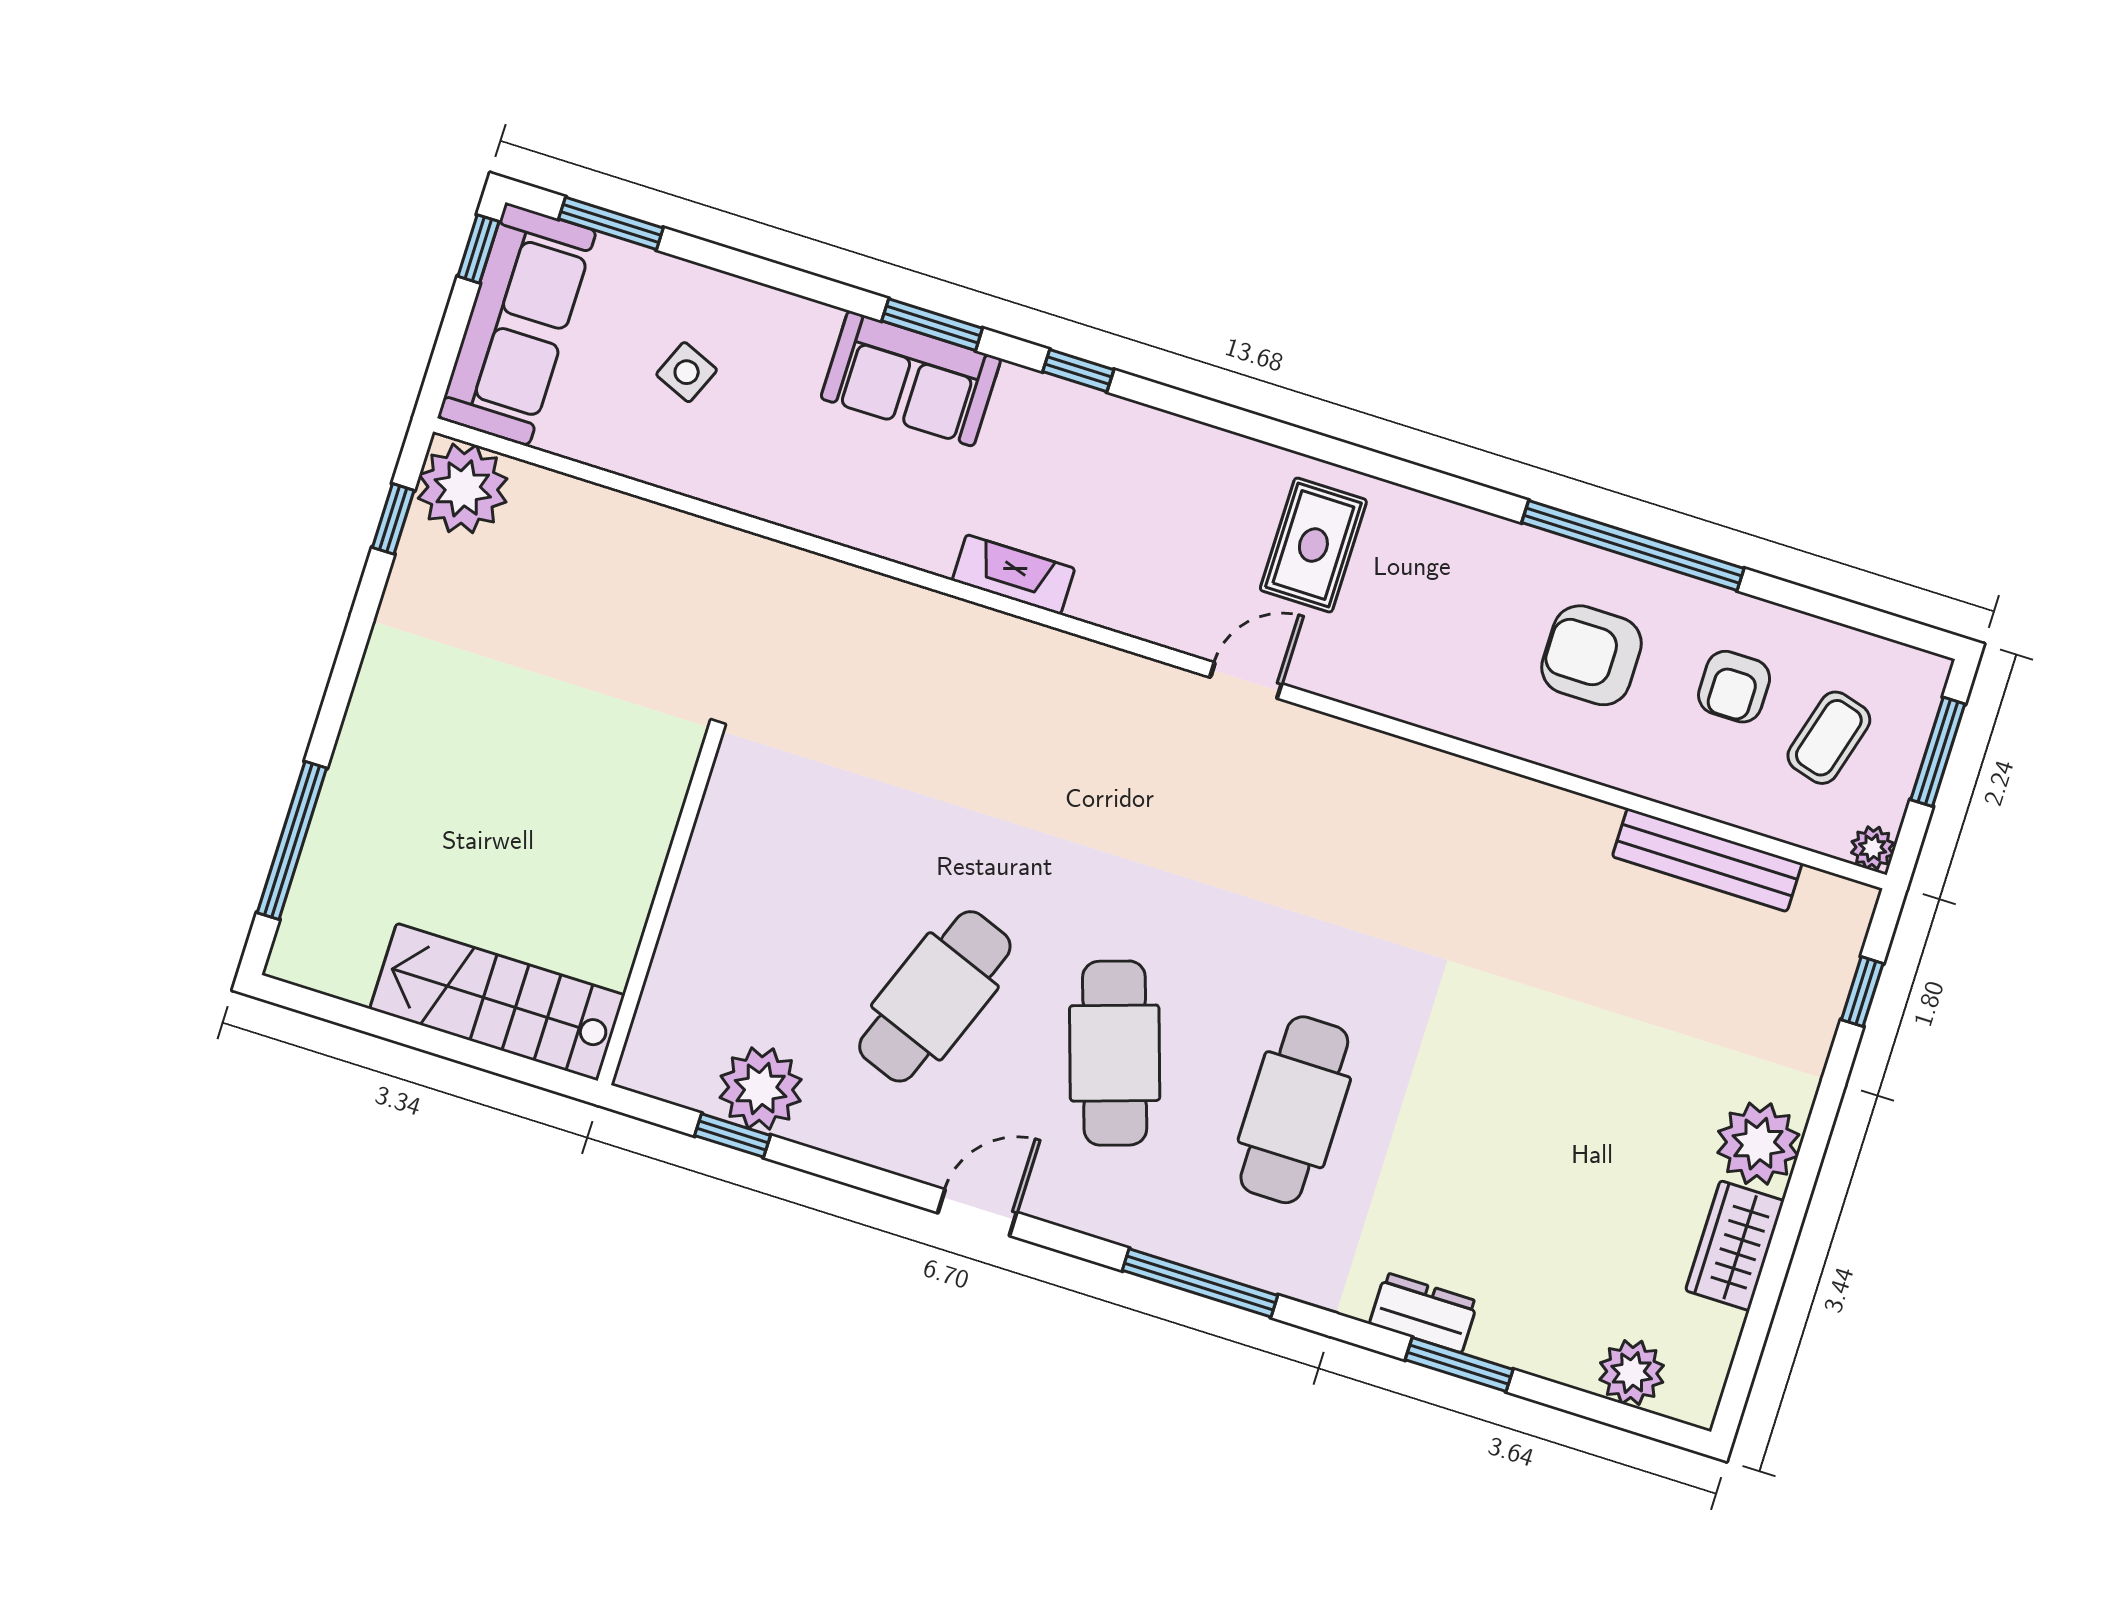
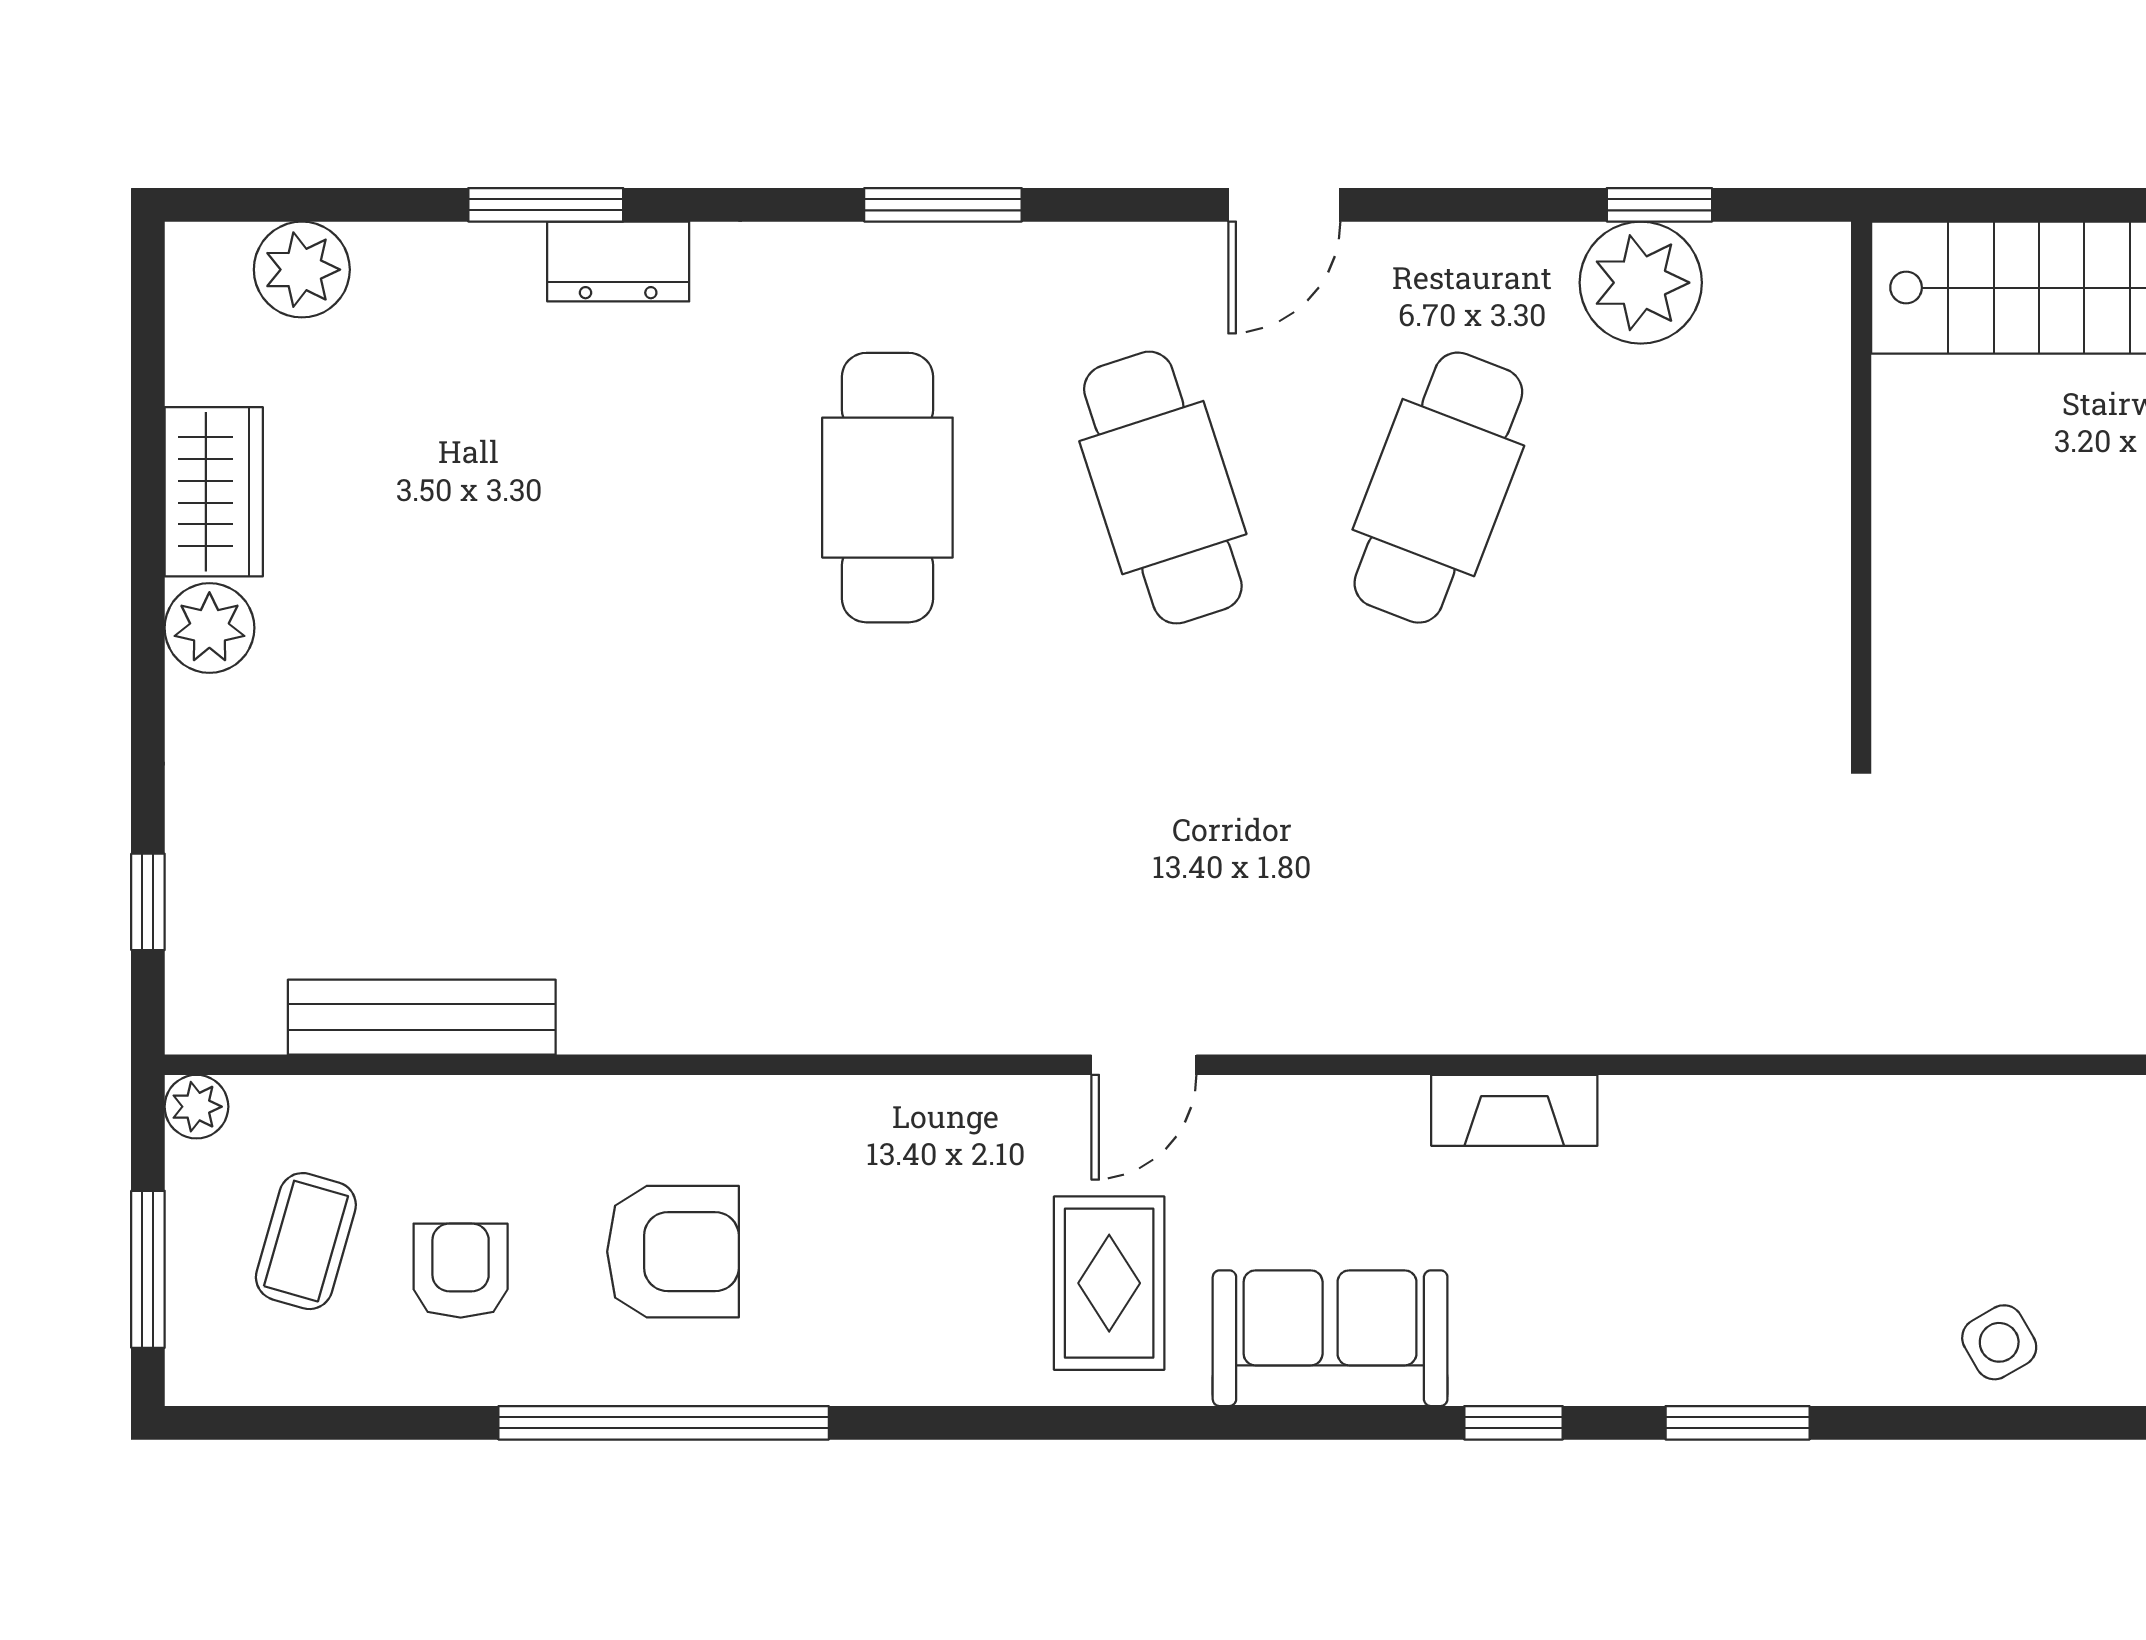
side table: (687, 372) -> (1999, 1342), moved, turned 37
sofa: (911, 379) -> (1330, 1338), moved
plant: (1758, 1144) -> (209, 628), width x0.73, depth x0.73
window: (1200, 1283) -> (943, 205), width x0.69

